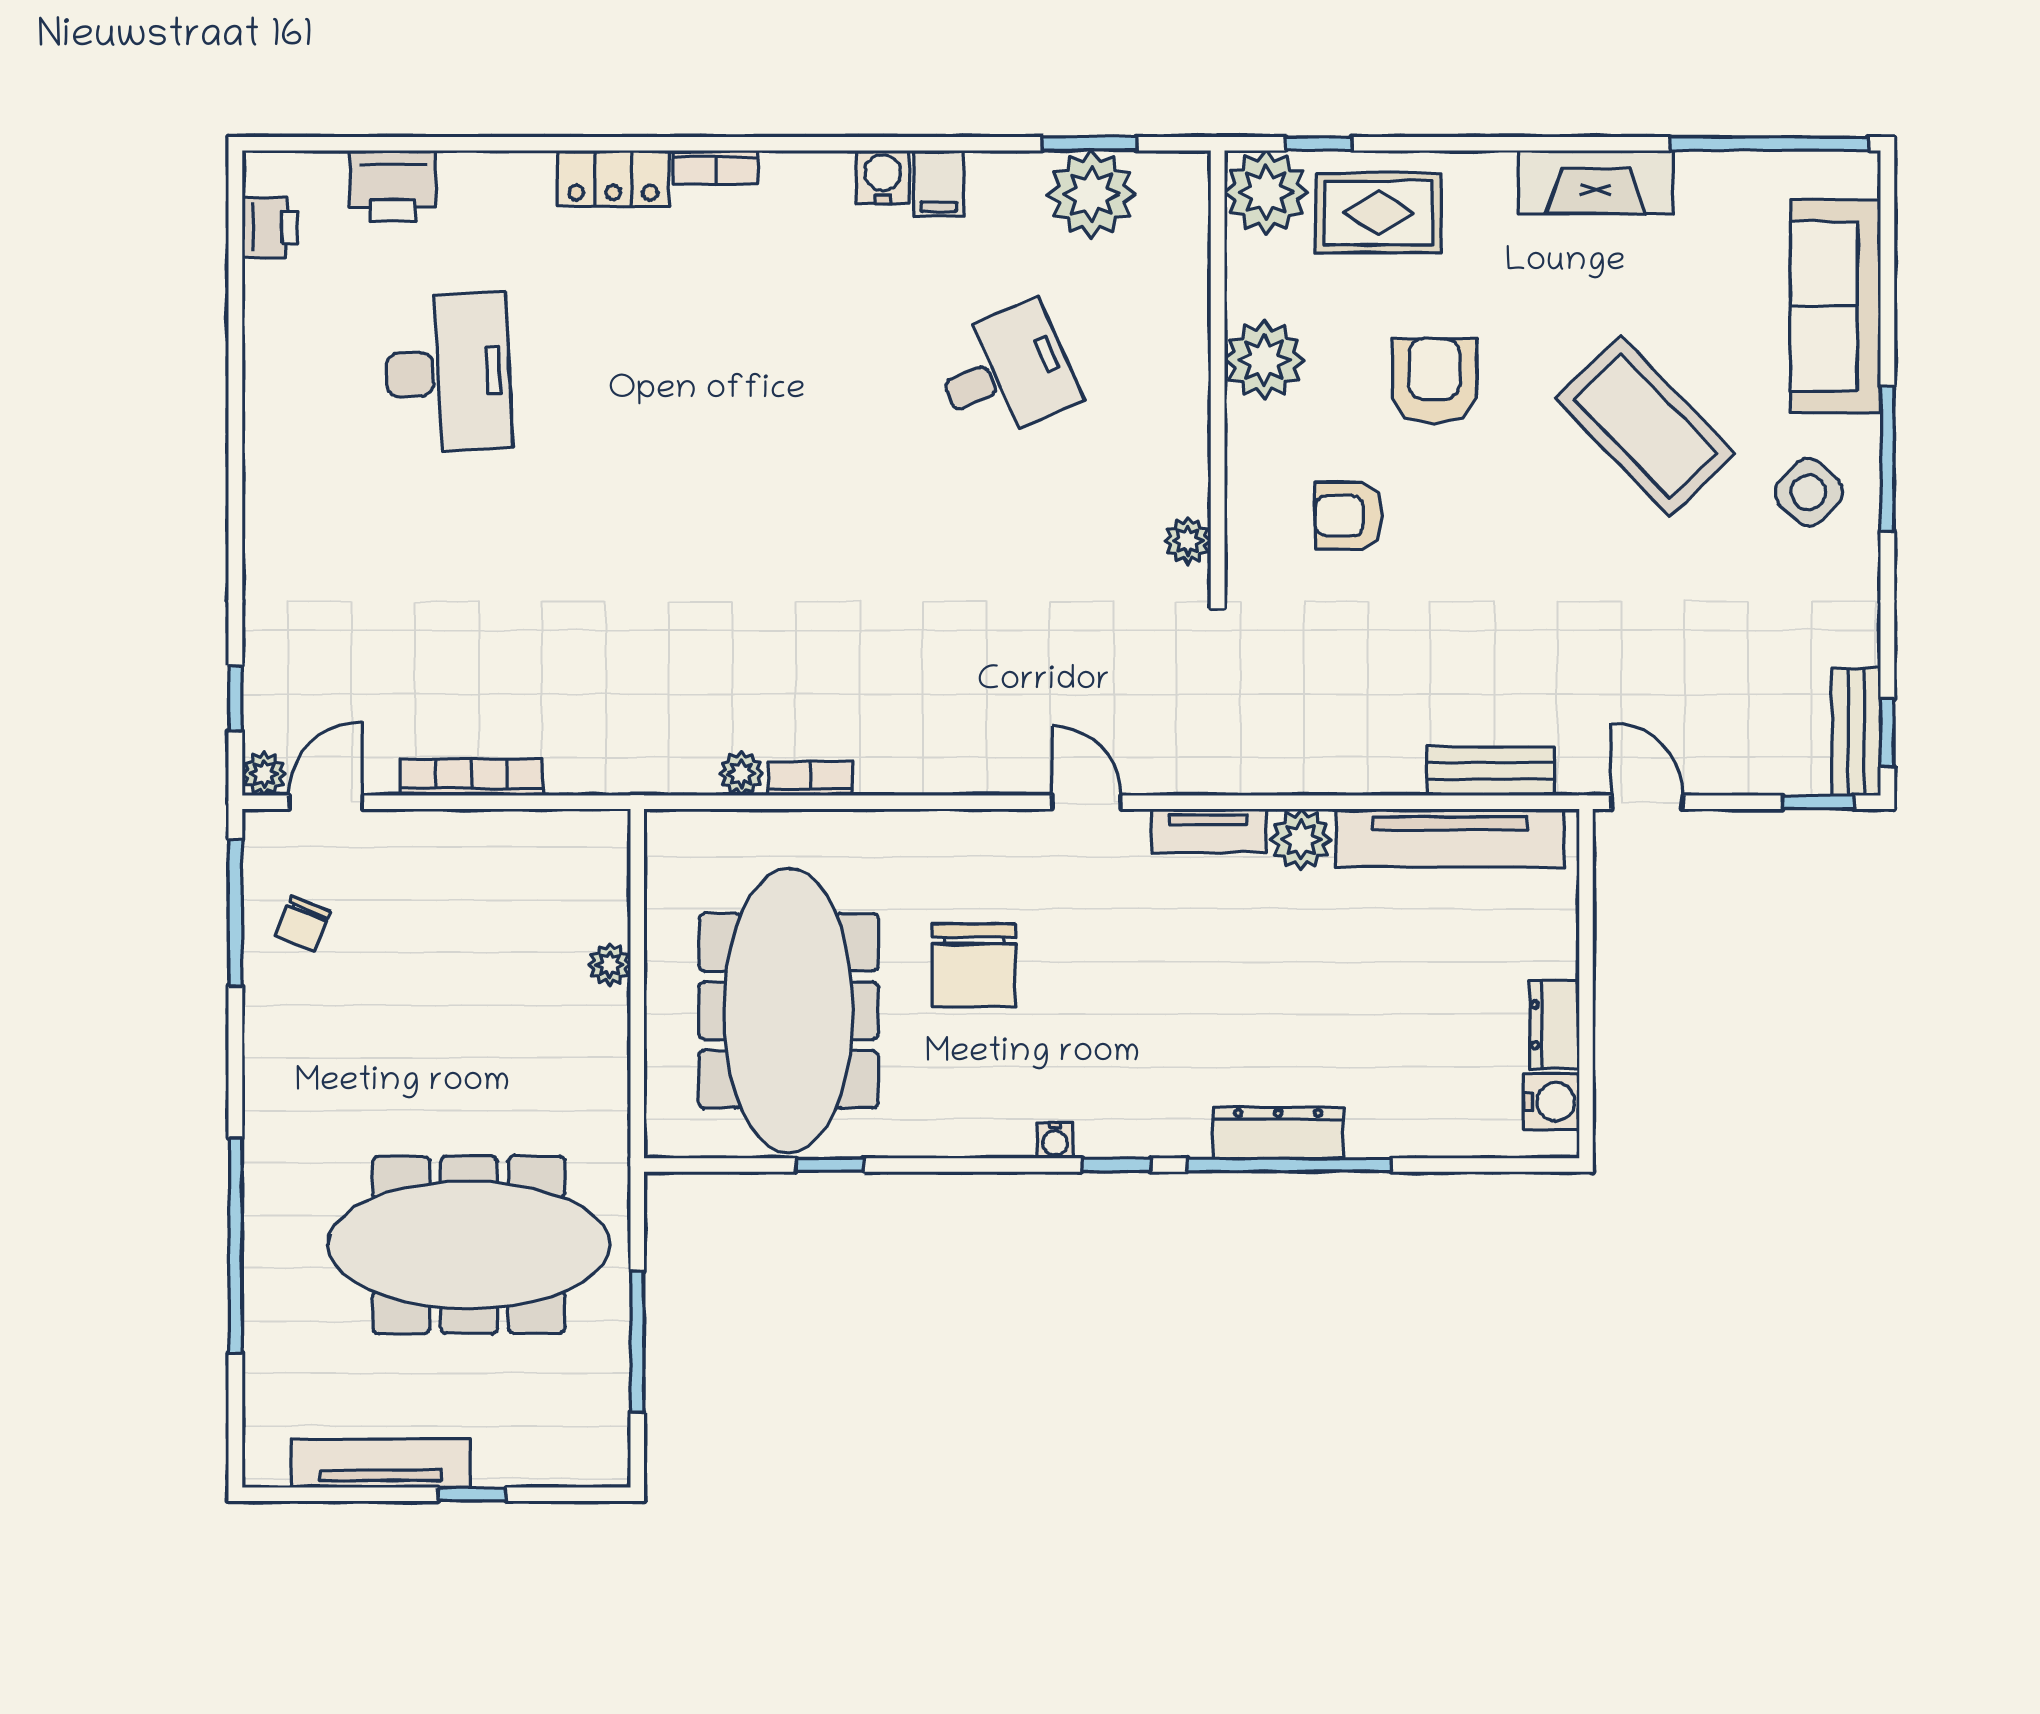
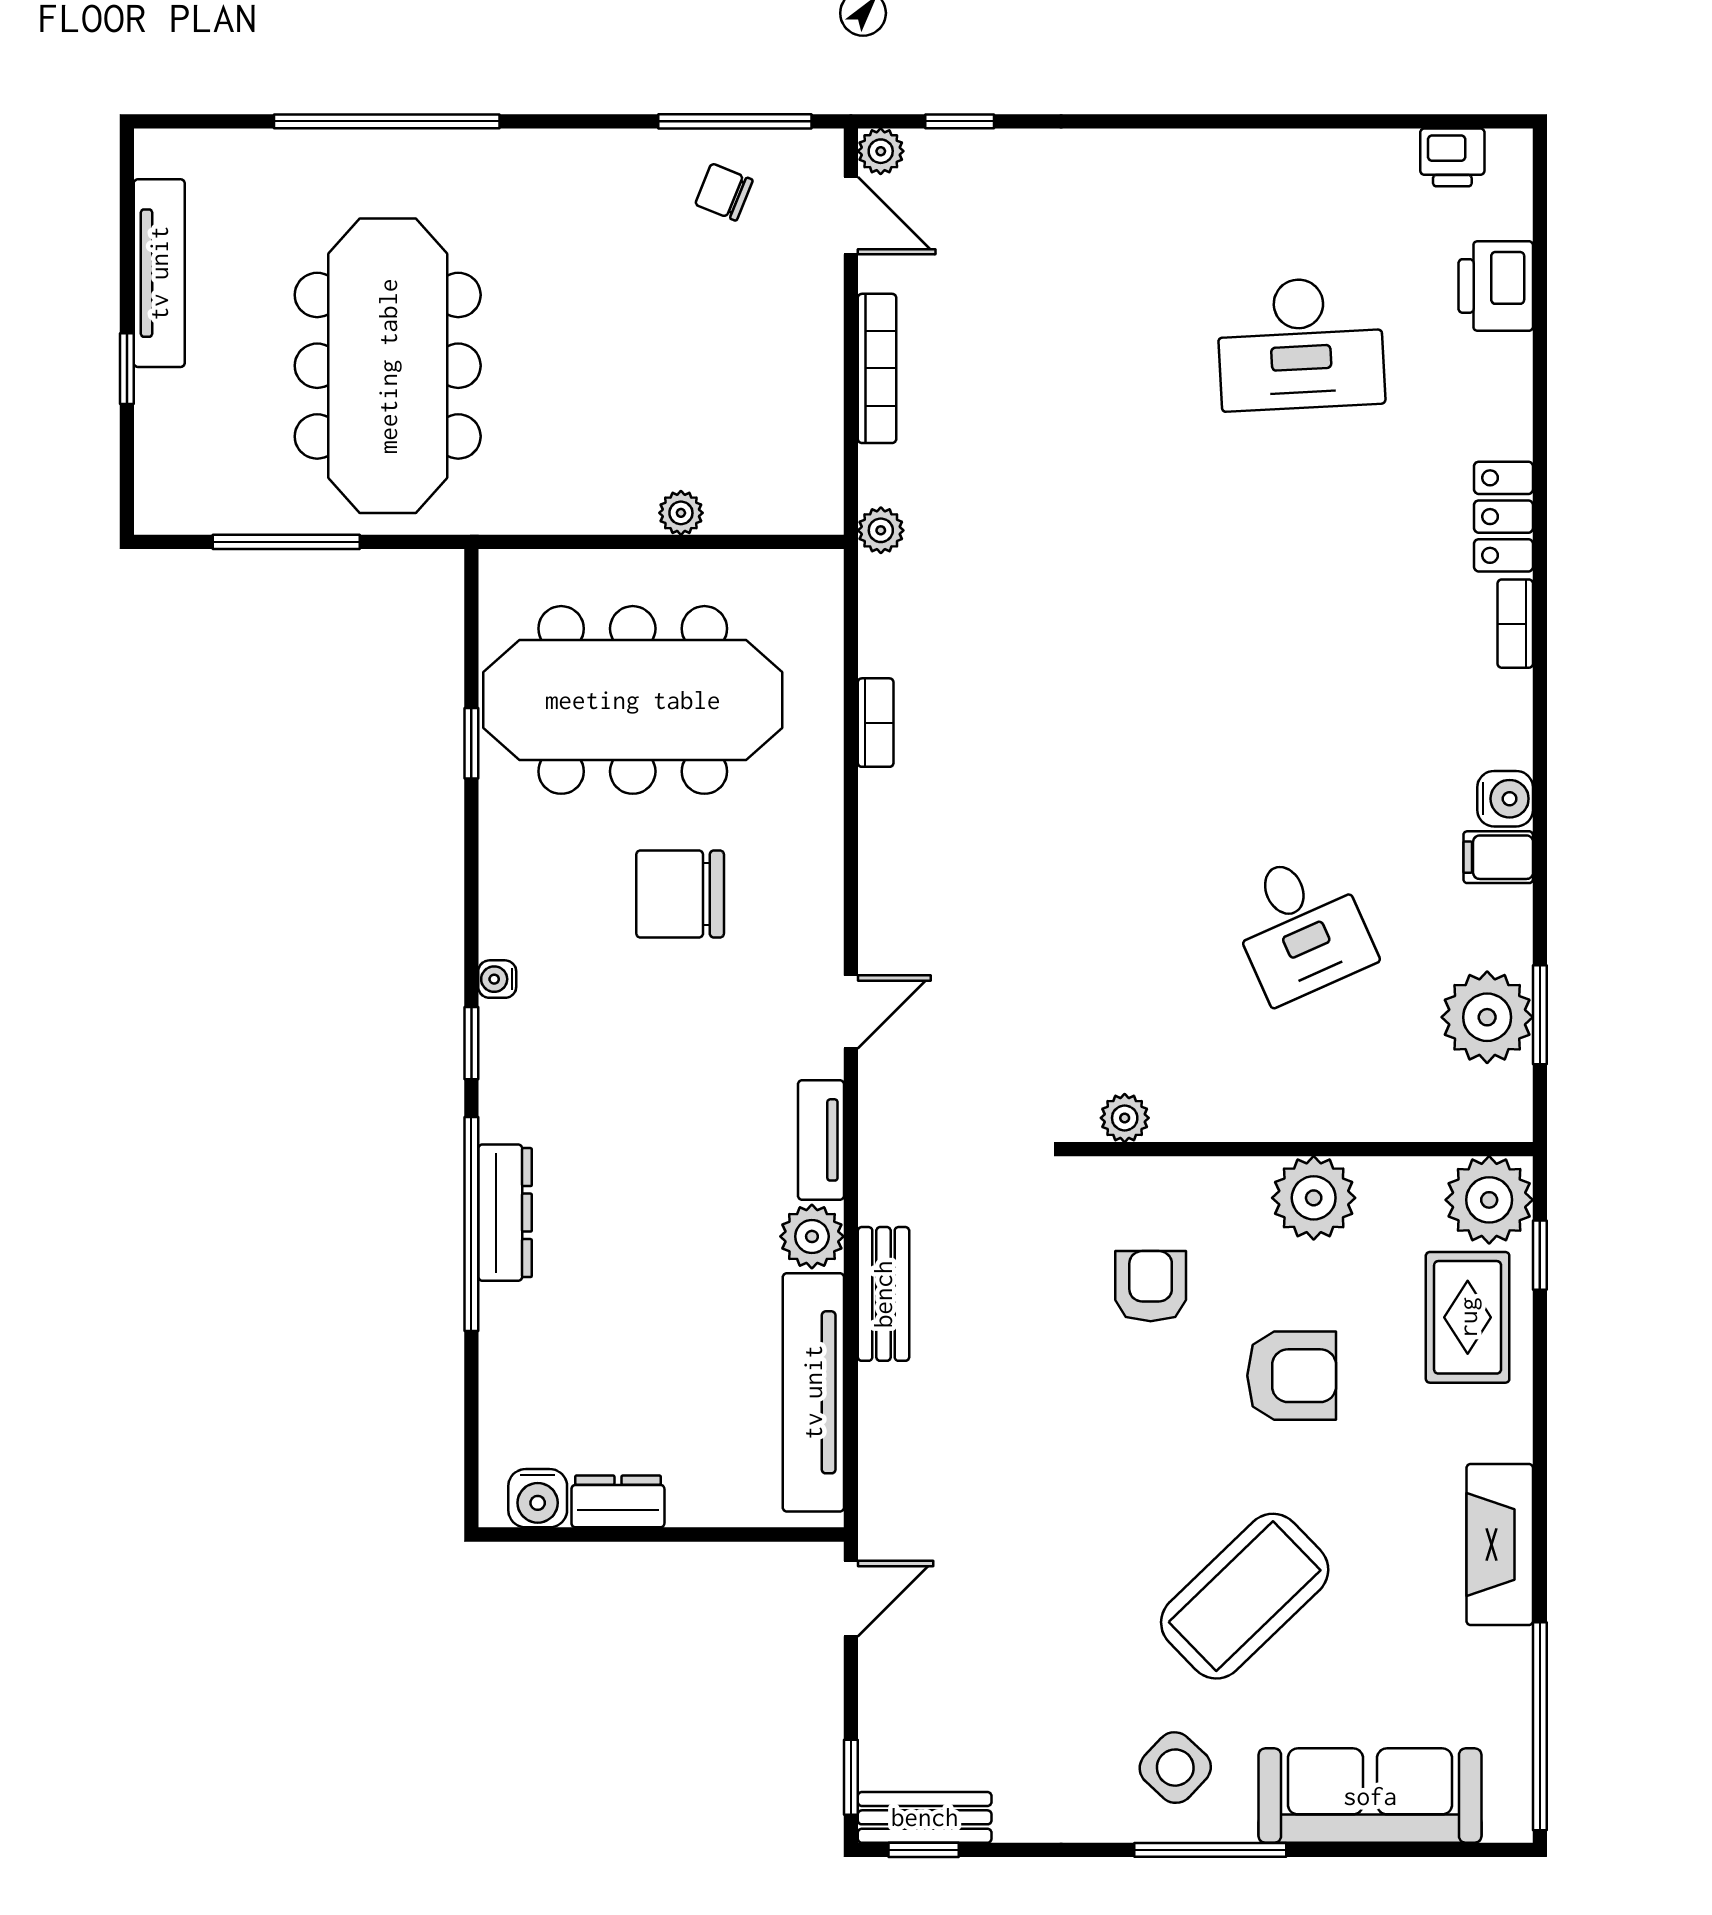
bench: (1491, 771) -> (883, 1294), moved
plant: (741, 774) -> (881, 530), moved

